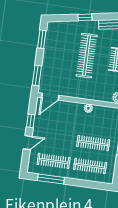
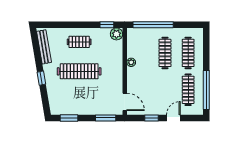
door: (28, 143) -> (173, 118), hinge flipped
window: (51, 179) -> (206, 90), width x1.46

